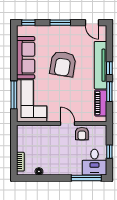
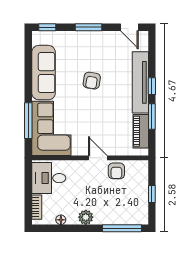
armchair: (63, 64) -> (92, 81), width x0.53, depth x0.53
desk: (94, 162) -> (49, 178), moved, turned 90
plant: (58, 169) -> (86, 217), added

